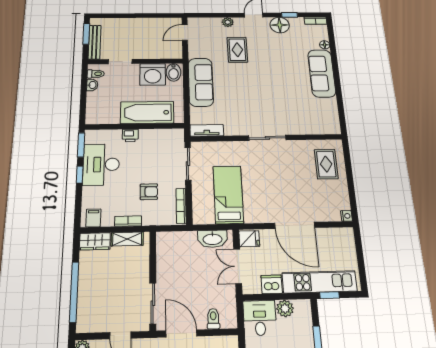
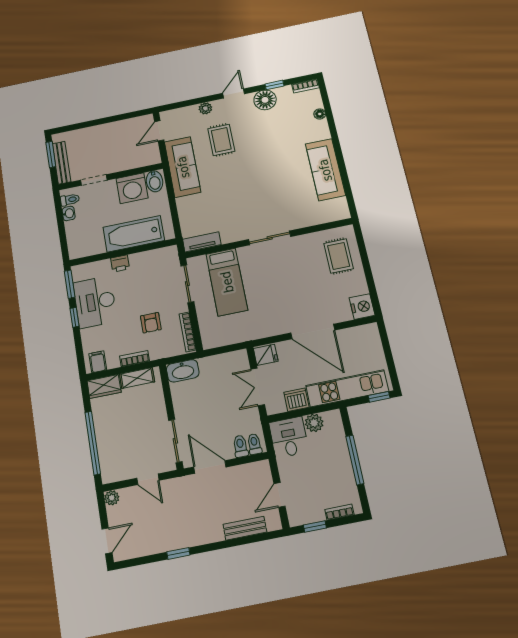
sofa: (322, 73) -> (325, 170), moved
sofa: (201, 82) -> (183, 167), moved
armchair: (149, 192) -> (151, 323), turned 90
bed: (228, 195) -> (227, 282), moved, turned 180
nightstand: (346, 216) -> (362, 307), width x1.89, depth x1.79
washbasin: (212, 239) -> (183, 371), moved
window: (330, 295) -> (379, 397), moved
toilet: (227, 319) -> (254, 444), added

